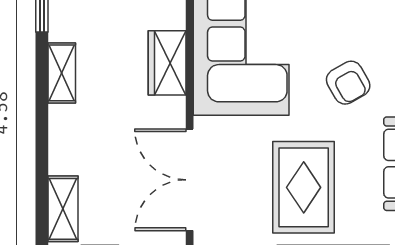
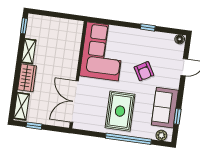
wardrobe: (167, 63) -> (27, 78), moved, turned 180

